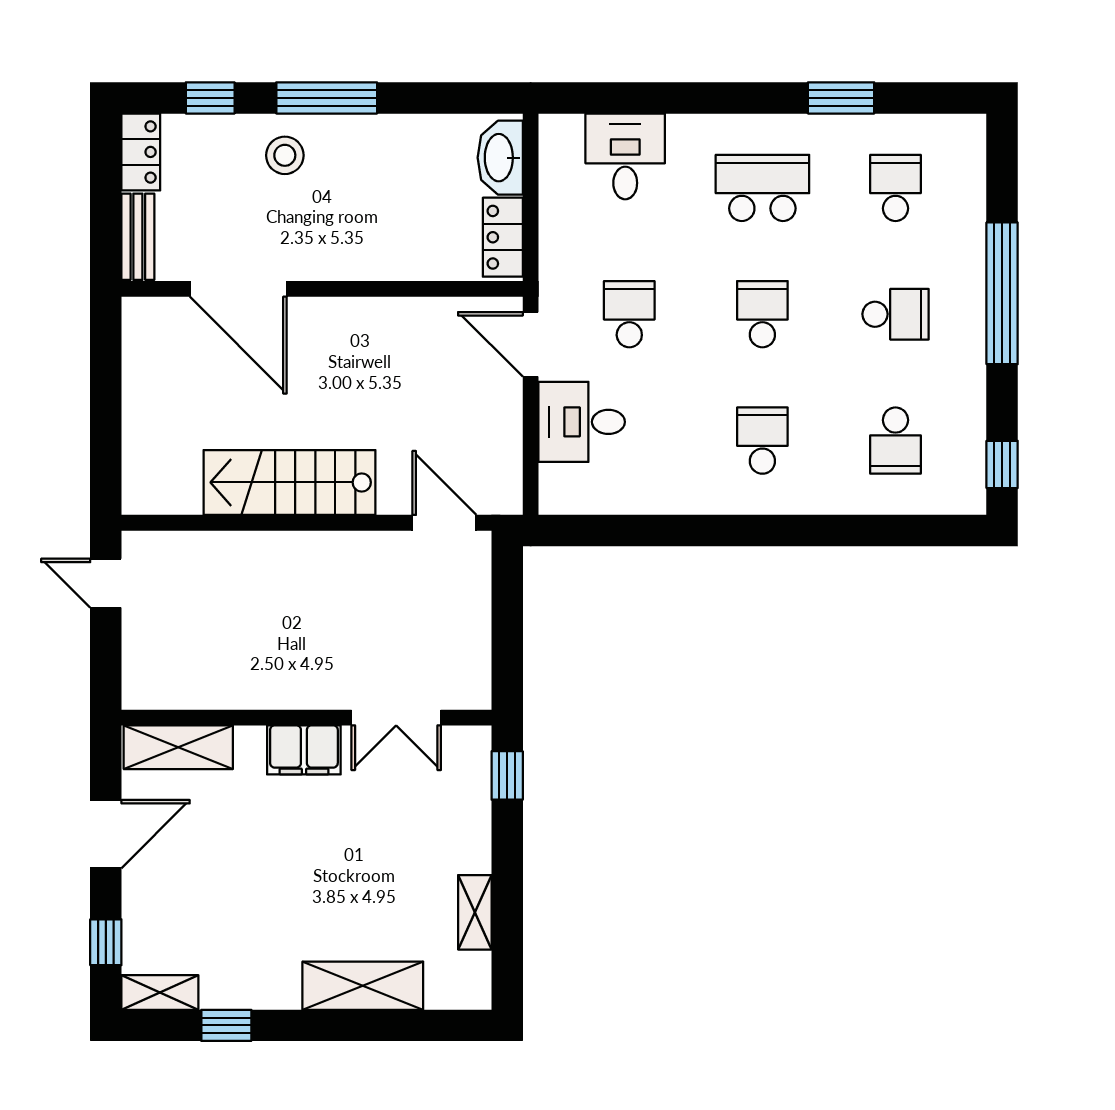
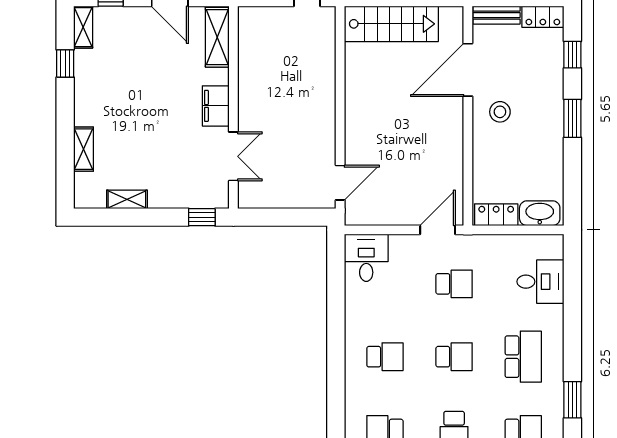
window: (327, 98) -> (572, 118), width x0.69
stool: (285, 155) -> (500, 112), moved
desk: (582, 422) -> (366, 258), moved
stairs: (290, 482) -> (391, 24), moved, turned 90
double door: (396, 718) -> (233, 156), swing flipped
shelving: (363, 986) -> (84, 149), width x0.67, depth x0.75

